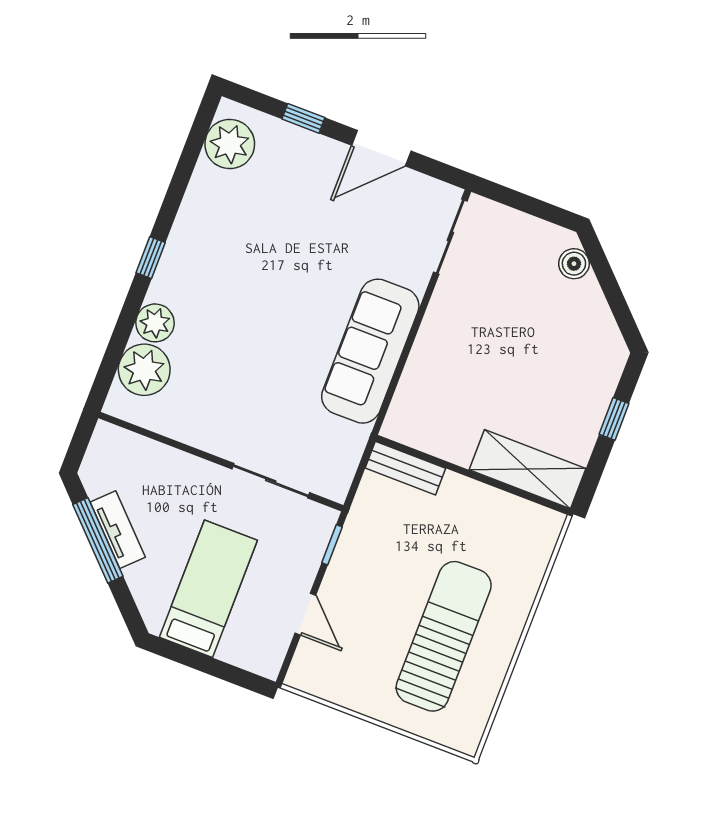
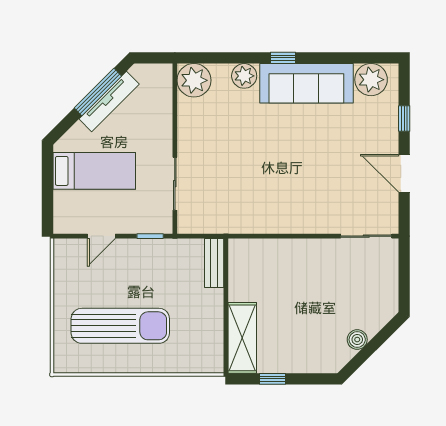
boiler: (574, 264) -> (357, 340), moved
sofa: (370, 351) -> (306, 83), moved, turned 180
plant: (144, 370) -> (194, 80), moved
window: (614, 419) -> (273, 379), moved
tv unit: (118, 530) -> (109, 102), width x1.41

